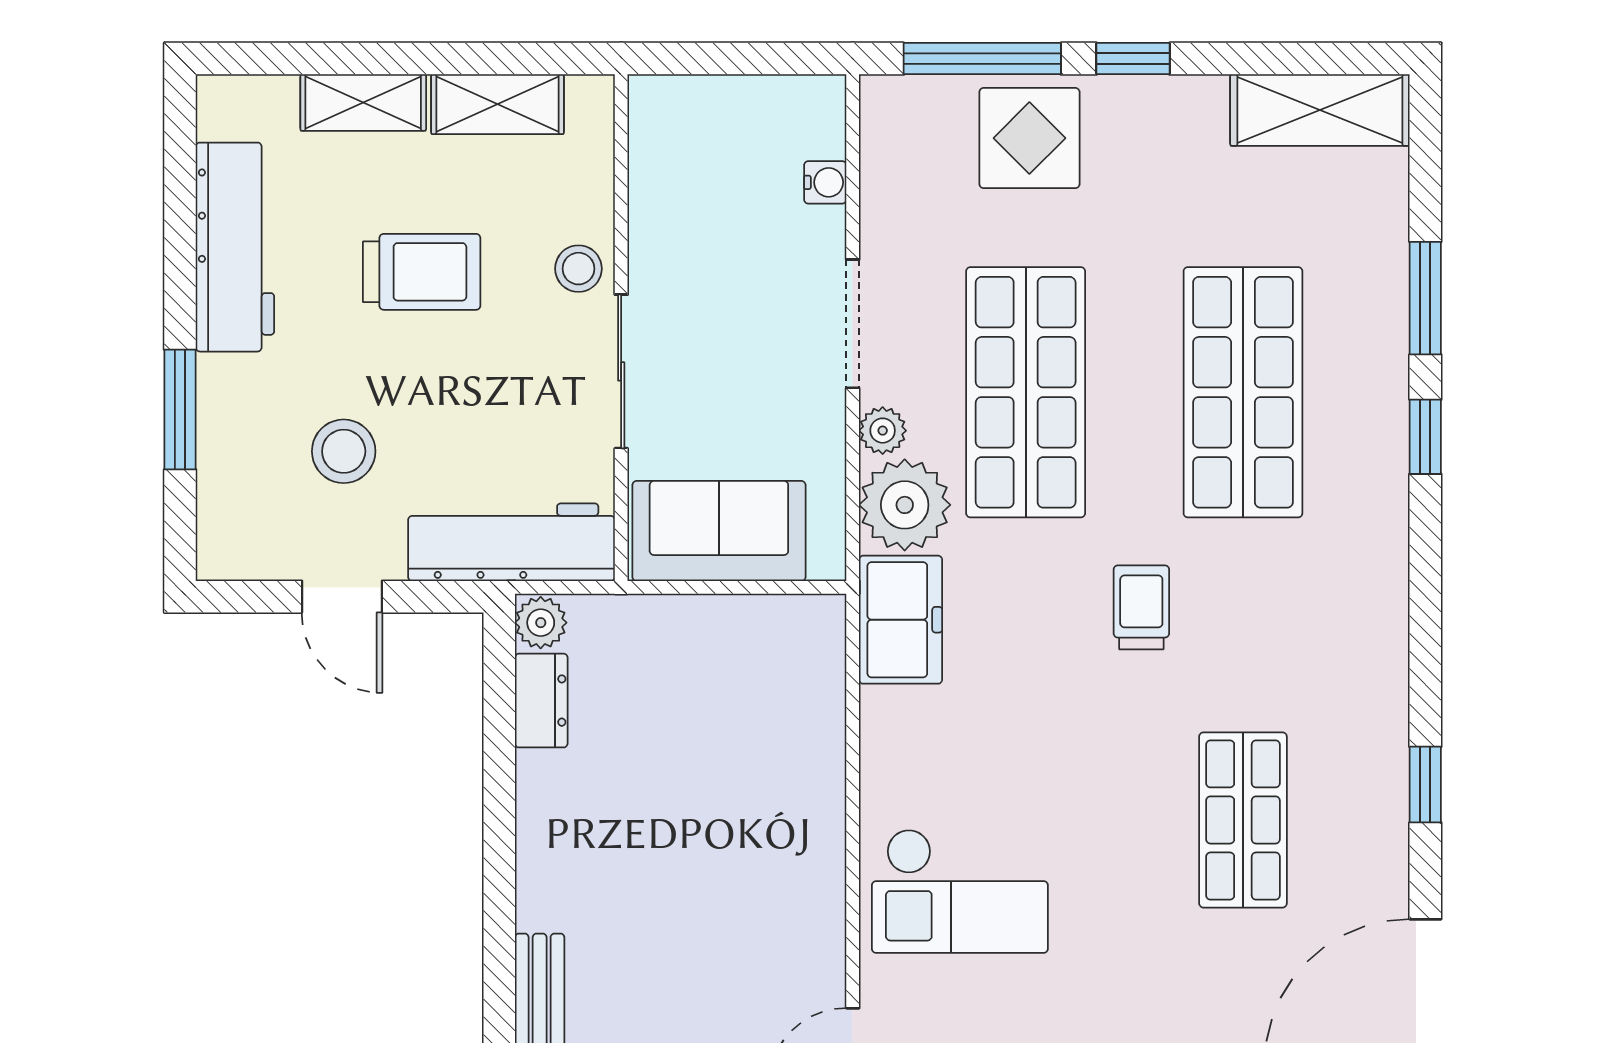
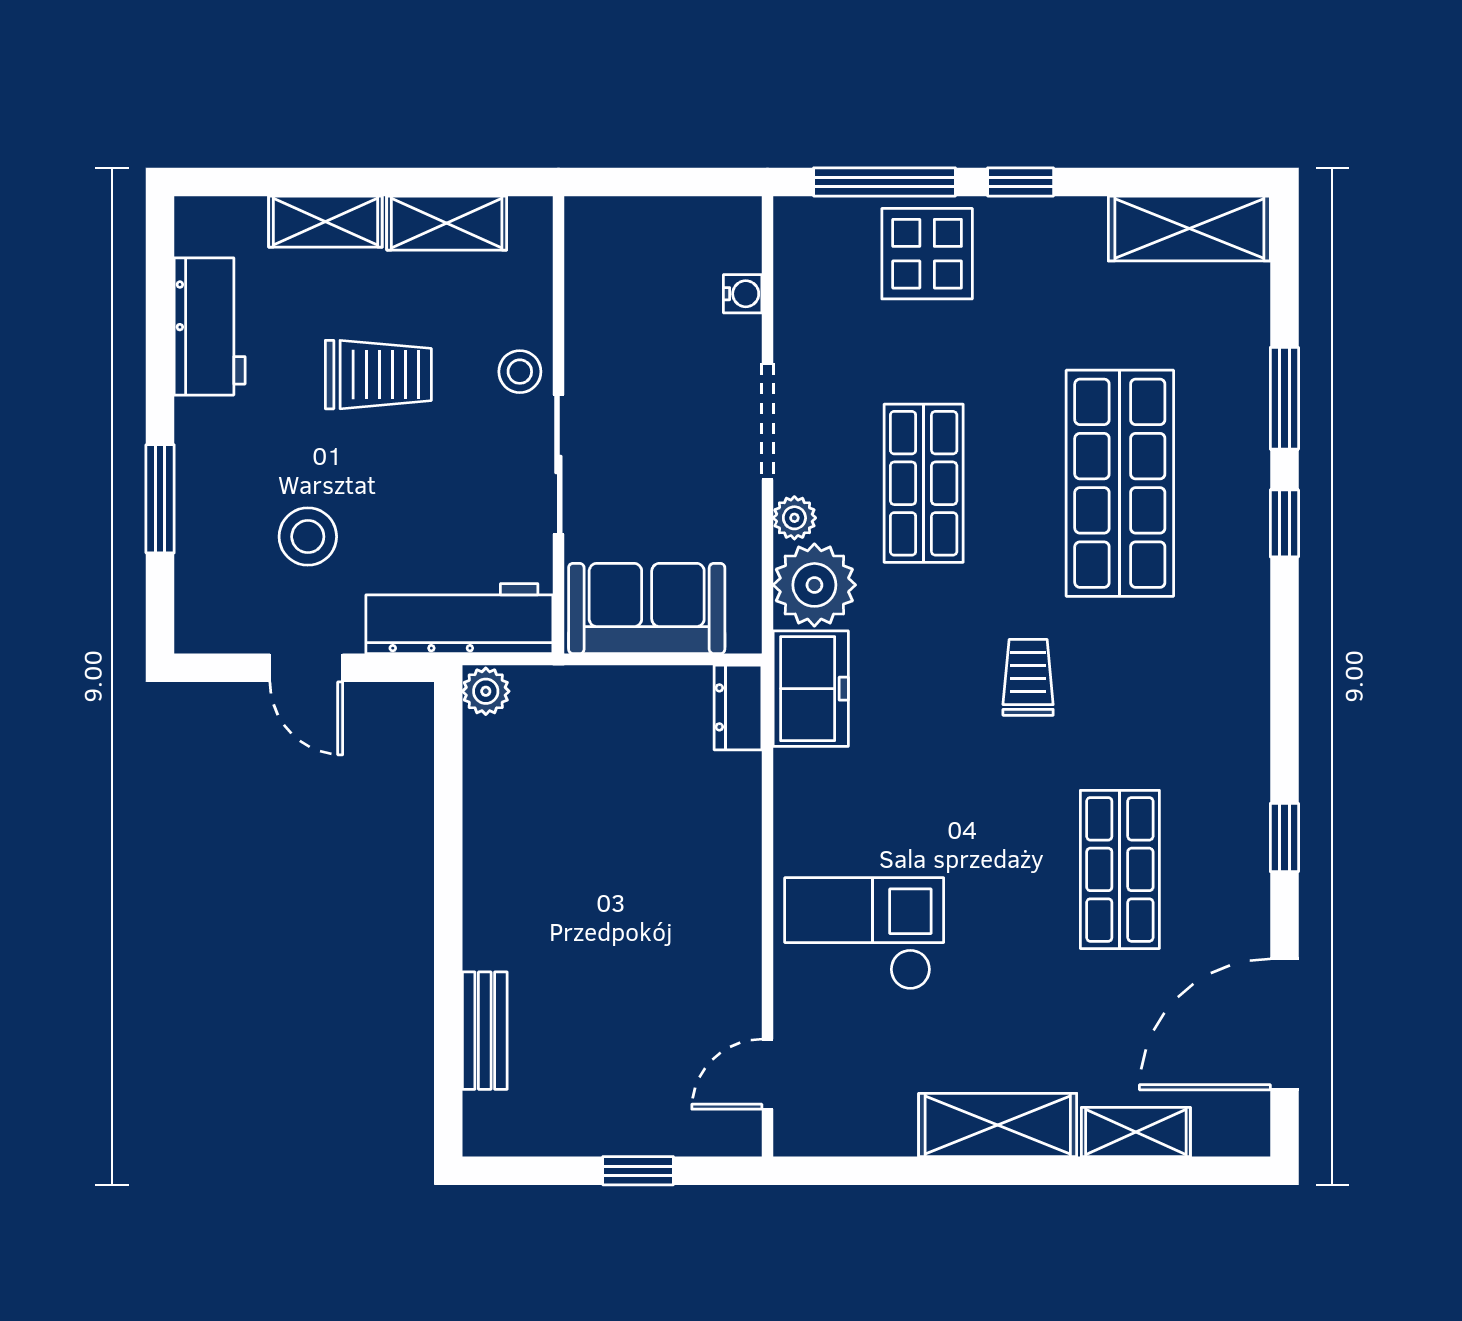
workbench: (235, 247) -> (210, 326), width x0.73
shop shelf: (1026, 392) -> (924, 483), width x0.70, depth x0.74
dresser: (541, 701) -> (738, 707), moved, turned 180
checkout: (960, 891) -> (864, 934), turned 180

